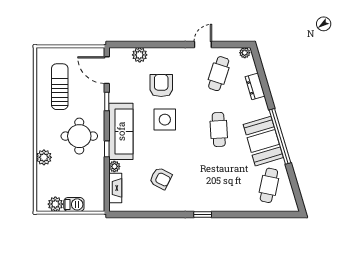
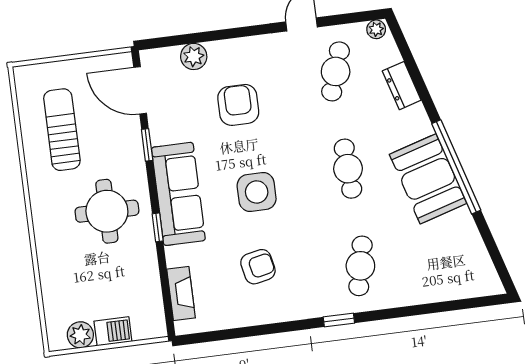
side table: (165, 120) -> (257, 192), moved
plant: (44, 157) -> (50, 256), removed
plant: (114, 166) -> (175, 256), removed
armchair: (161, 178) -> (258, 267), turned -39
cafe table: (269, 185) -> (360, 266), moved

